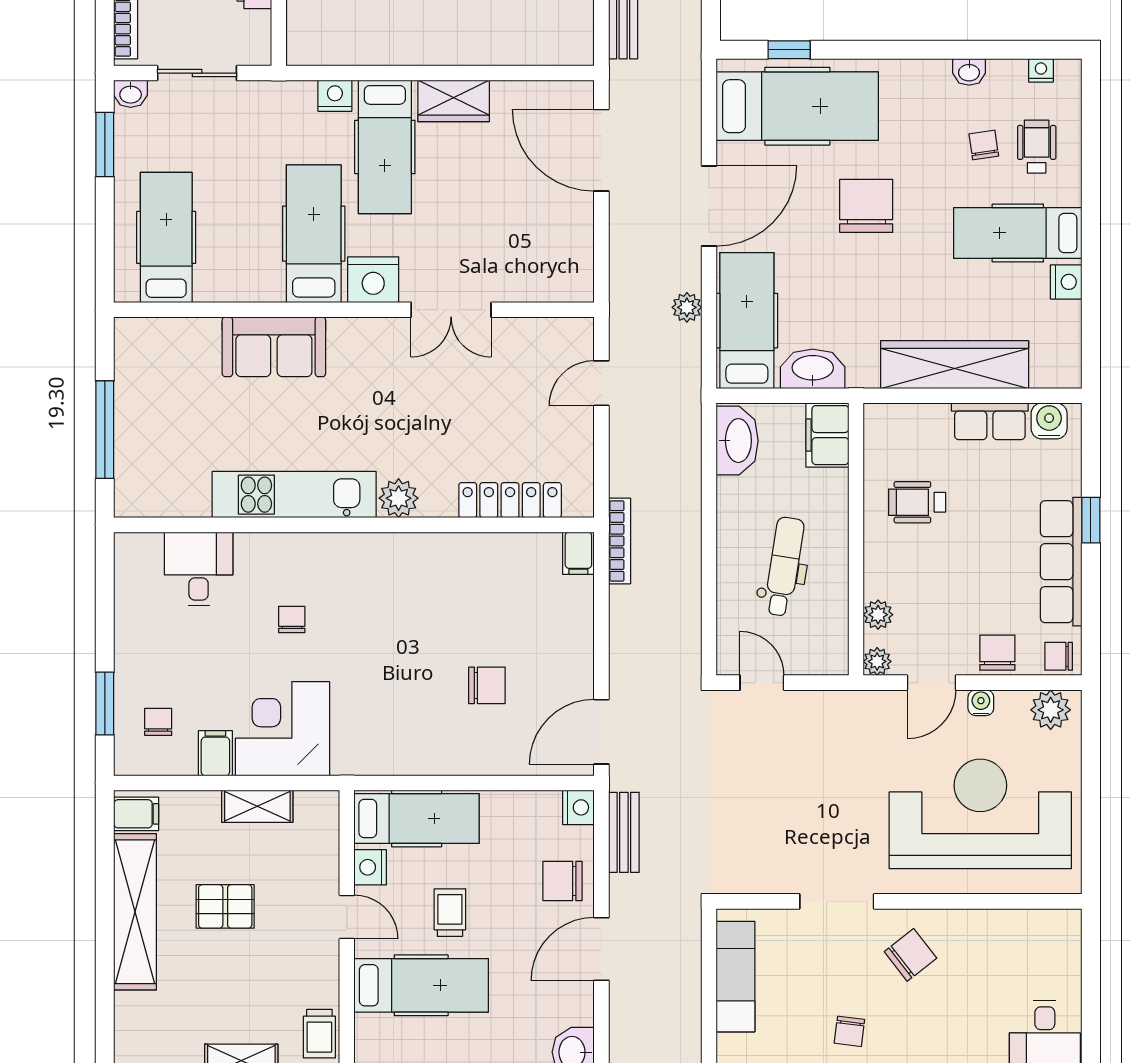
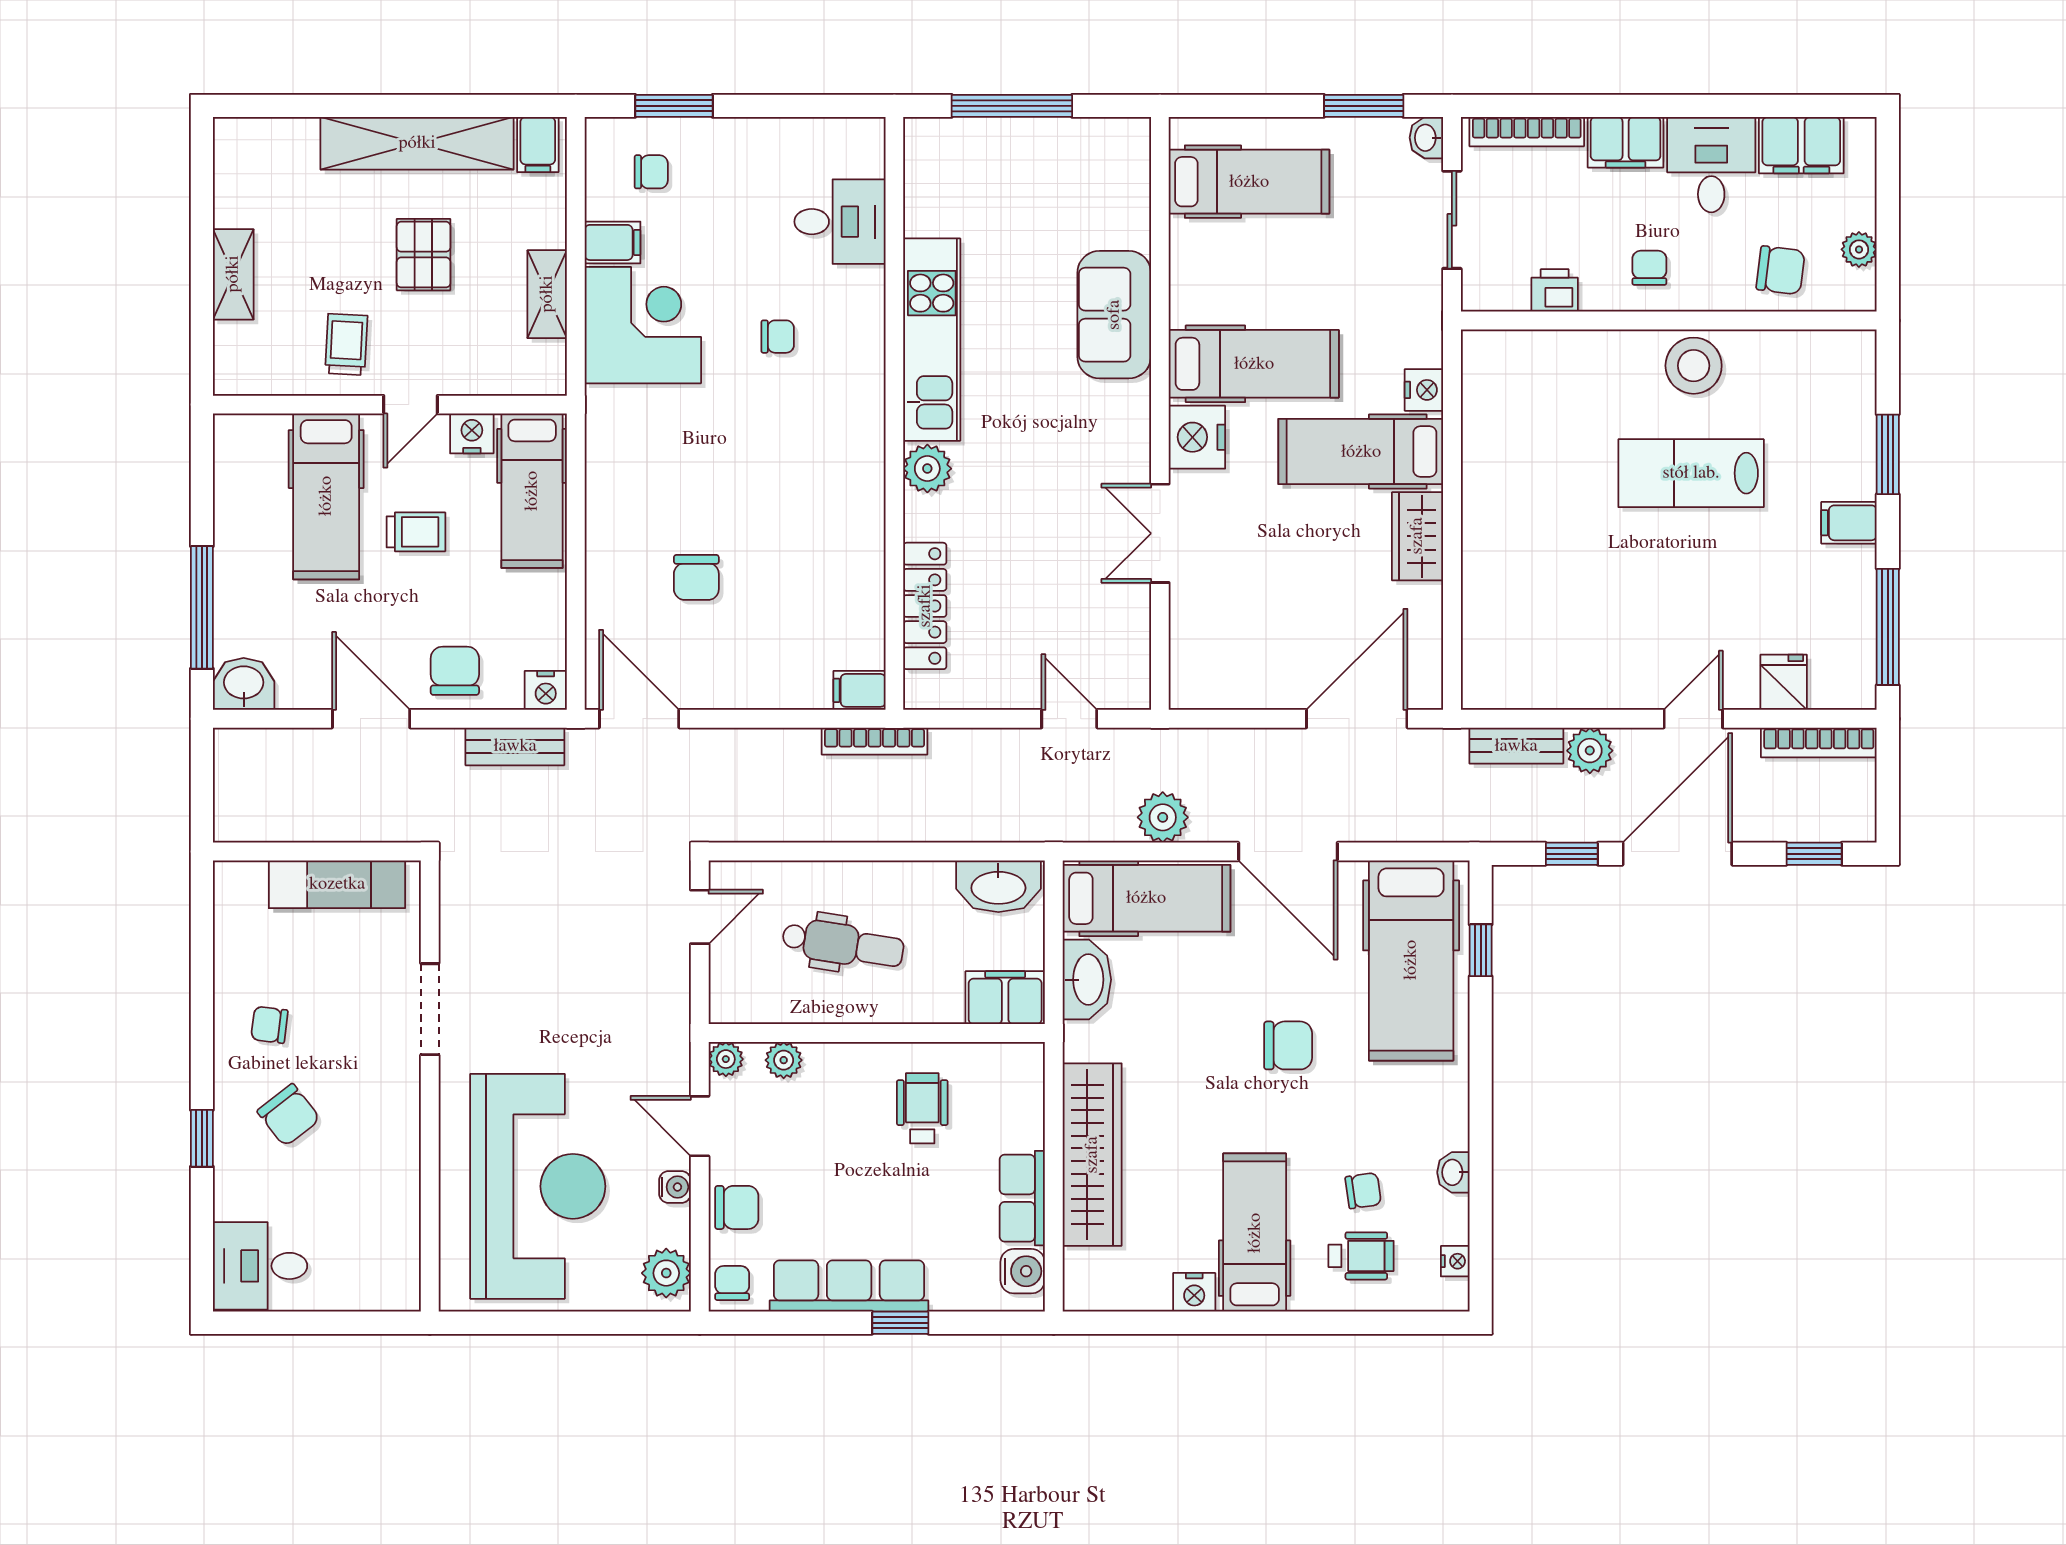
chair: (866, 206) -> (1288, 1045), width x0.73, depth x0.73
plant: (687, 307) -> (1163, 817), width x1.38, depth x1.38
chair: (910, 955) -> (289, 1115), moved
trolley: (319, 1034) -> (346, 344), moved, turned 93

